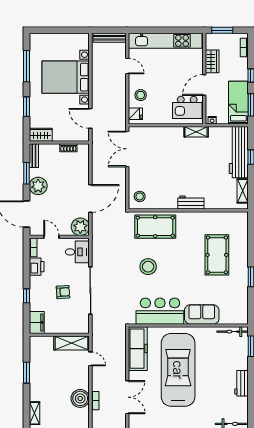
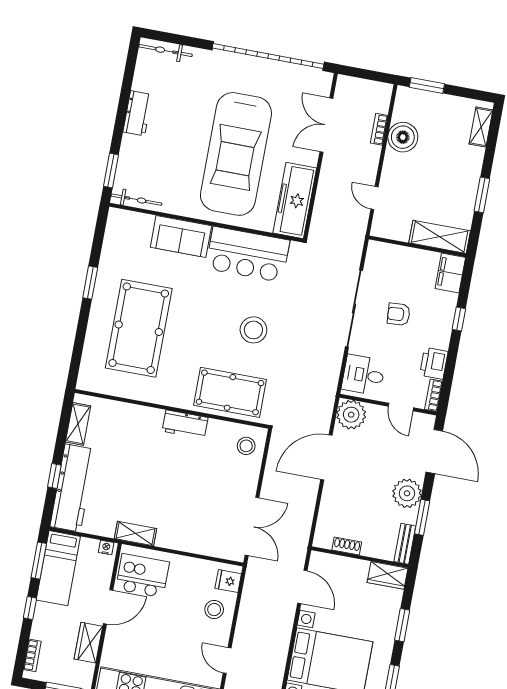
workbench: (191, 203) -> (185, 424), moved
pool table: (217, 255) -> (139, 328), width x1.36, depth x1.32
shelving: (72, 343) -> (440, 237), moved

